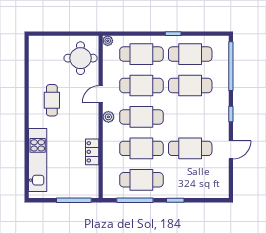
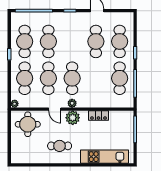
plant: (89, 118) -> (73, 118), added
cafe table: (141, 148) -> (120, 41), moved

